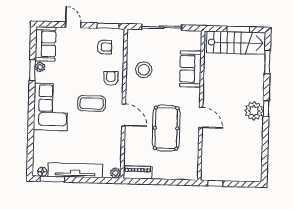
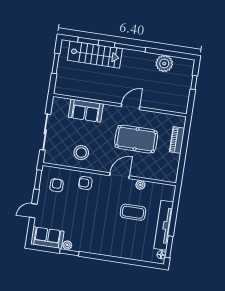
stairs: (236, 43) -> (95, 54), moved, turned 90
coffee table: (92, 103) -> (133, 212), moved, turned 90
corner sofa: (51, 107) -> (104, 240), removed
window: (266, 109) -> (130, 47), width x2.17
plant: (254, 111) -> (164, 64), moved
piano: (138, 172) -> (177, 140), moved
plant: (115, 173) -> (140, 185), moved
window: (215, 183) -> (194, 82), moved

